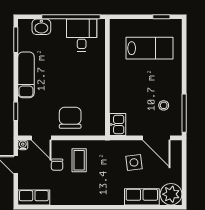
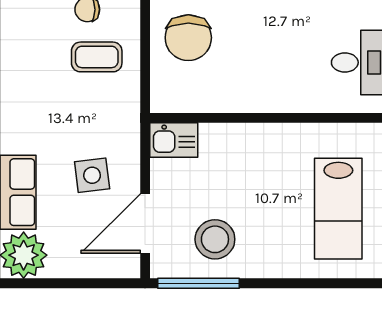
stool: (164, 105) -> (215, 239), width x1.89, depth x1.89
chair: (70, 118) -> (188, 38), turned 90

